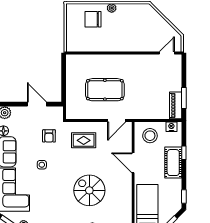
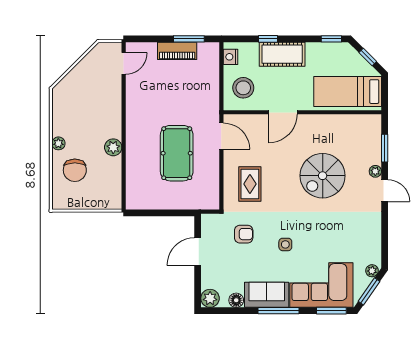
plant: (109, 46) -> (113, 147), added
door: (167, 53) -> (124, 63), swing flipped
piano: (176, 105) -> (177, 51), moved

